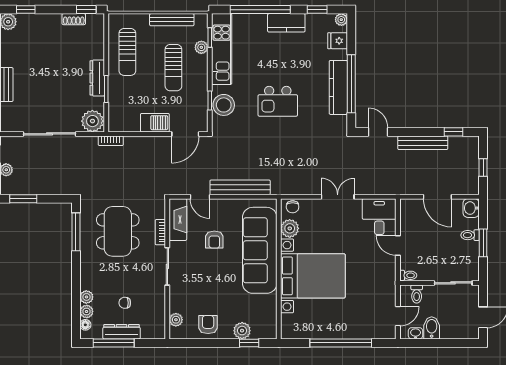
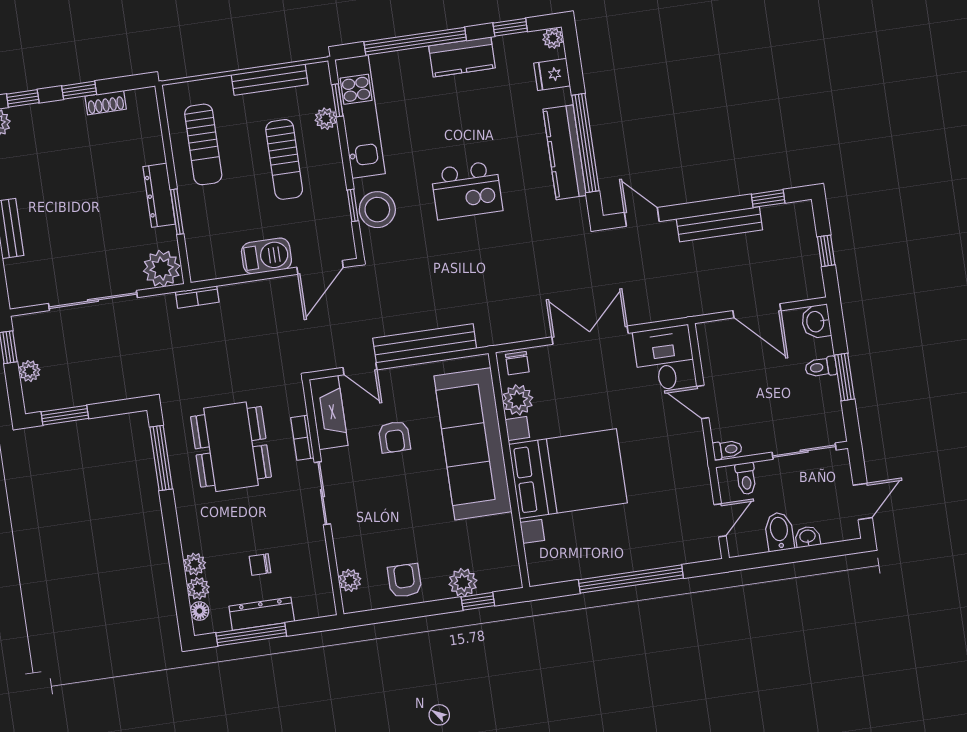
window: (86, 10) -> (79, 90), moved
double door: (338, 197) -> (590, 335), width x1.37
washbasin: (416, 333) -> (808, 537), moved

